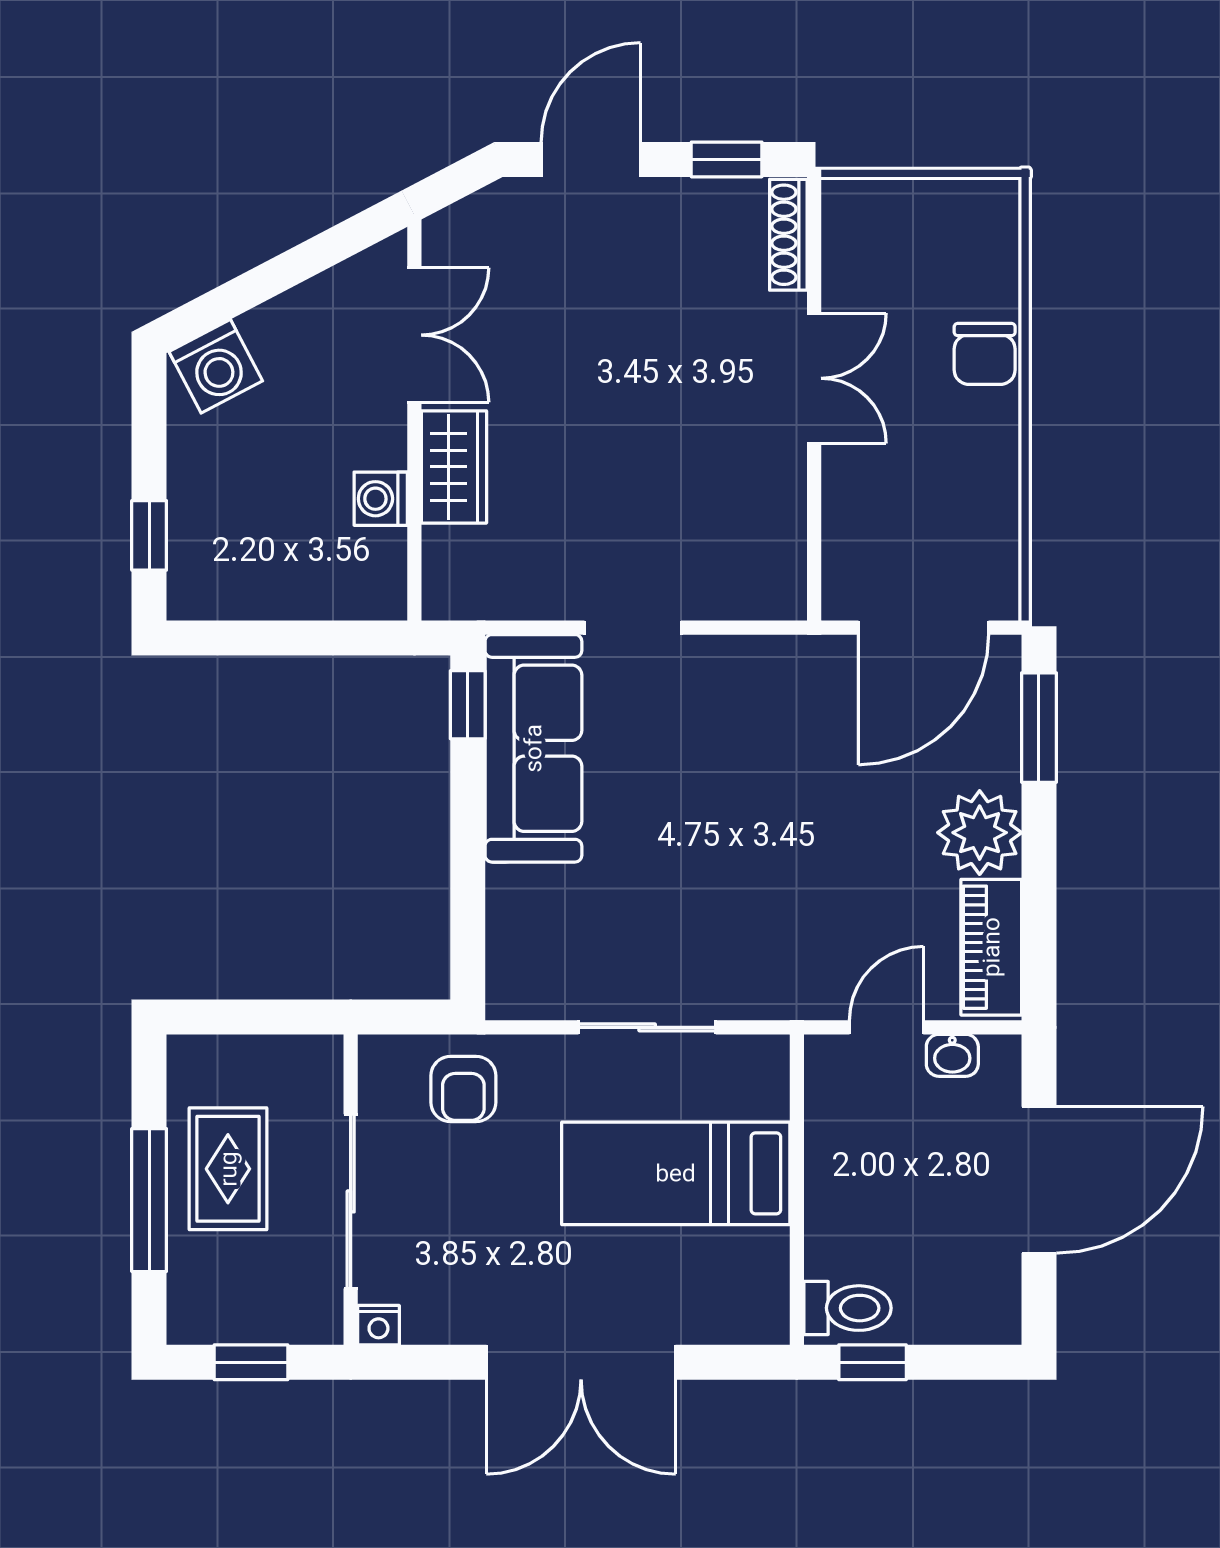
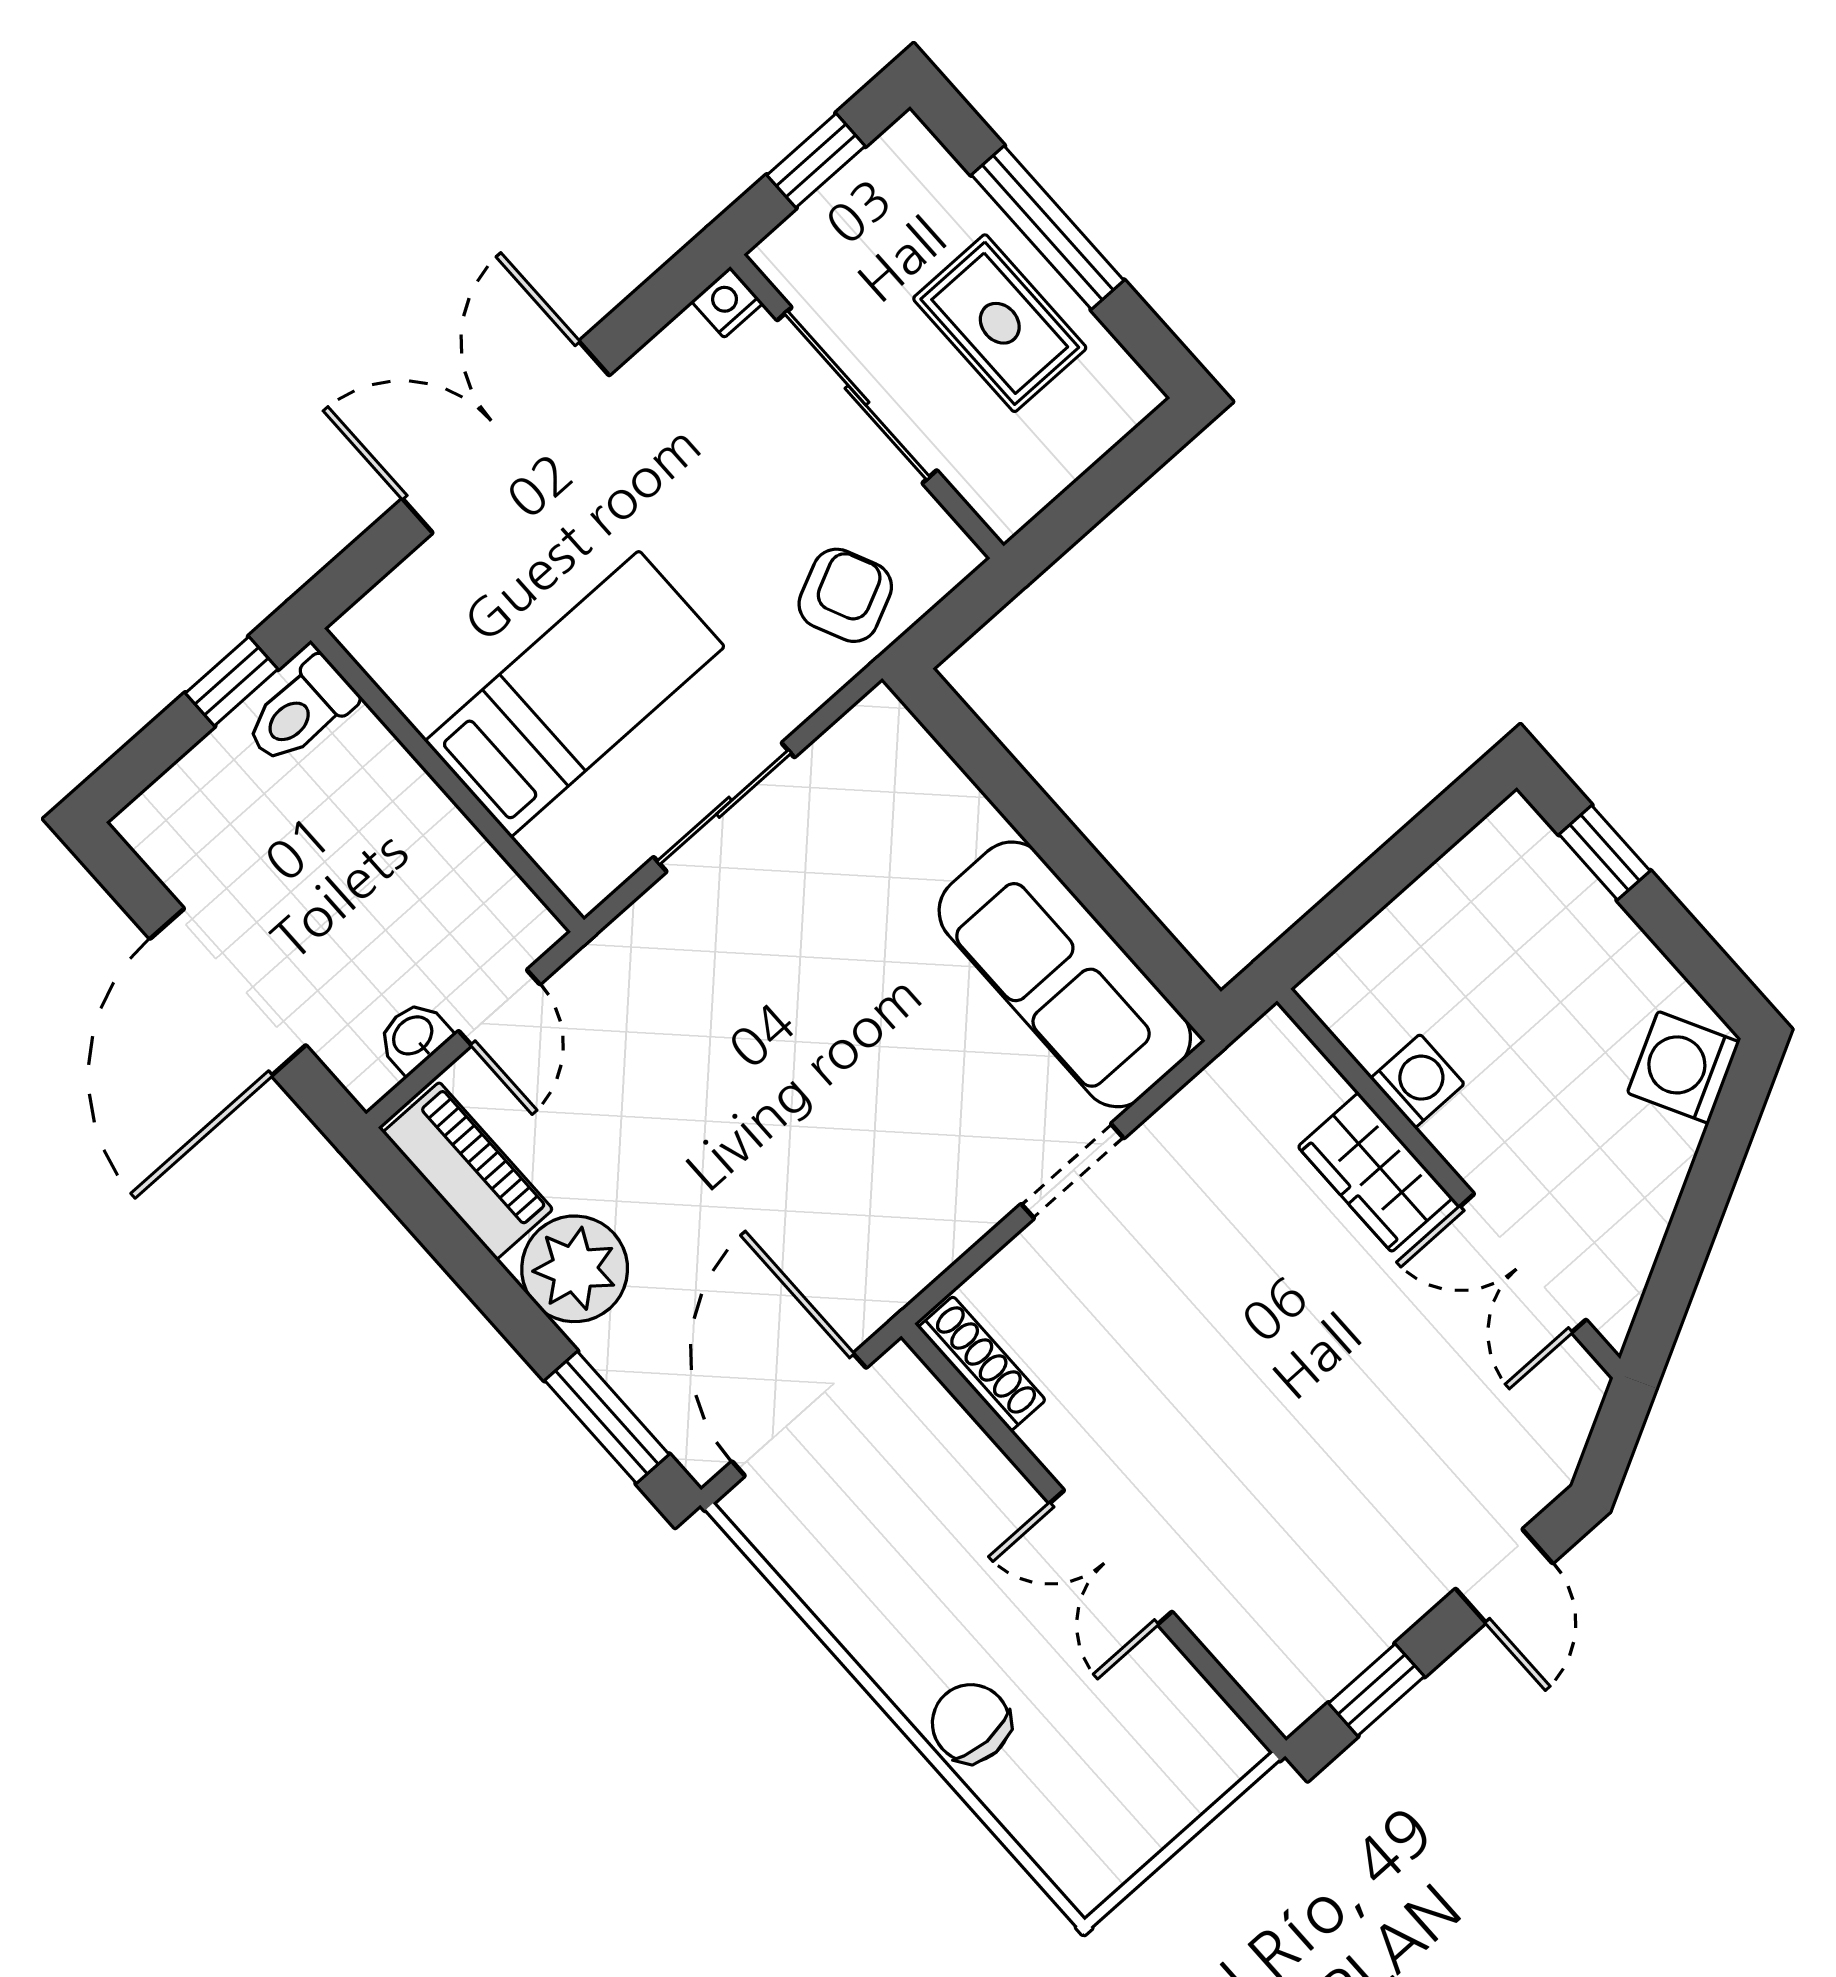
door: (591, 159) -> (1504, 1576), width x0.73
shoe rack: (788, 235) -> (982, 1364), moved
window: (468, 705) -> (1163, 960), removed
armchair: (463, 1089) -> (845, 595), turned 65

